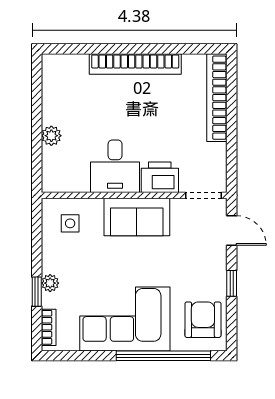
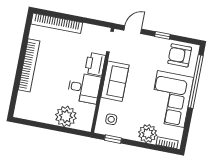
plant: (51, 136) -> (66, 116), width x1.87, depth x1.87
plant: (50, 283) -> (148, 134), width x1.88, depth x1.88
window: (37, 292) -> (113, 139), moved

